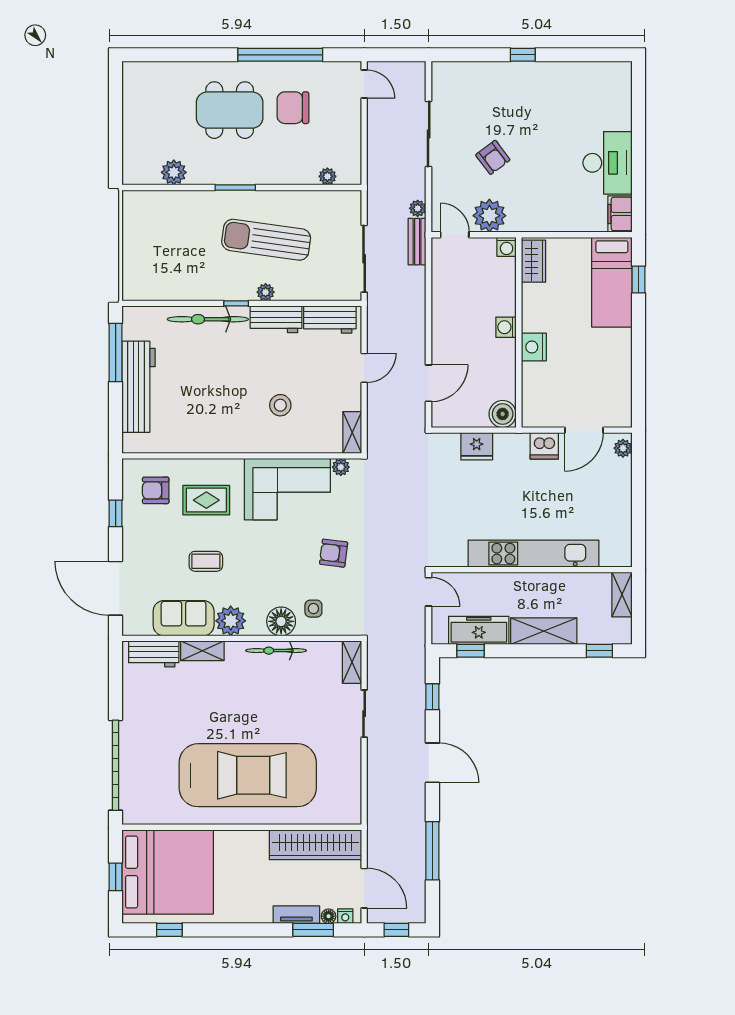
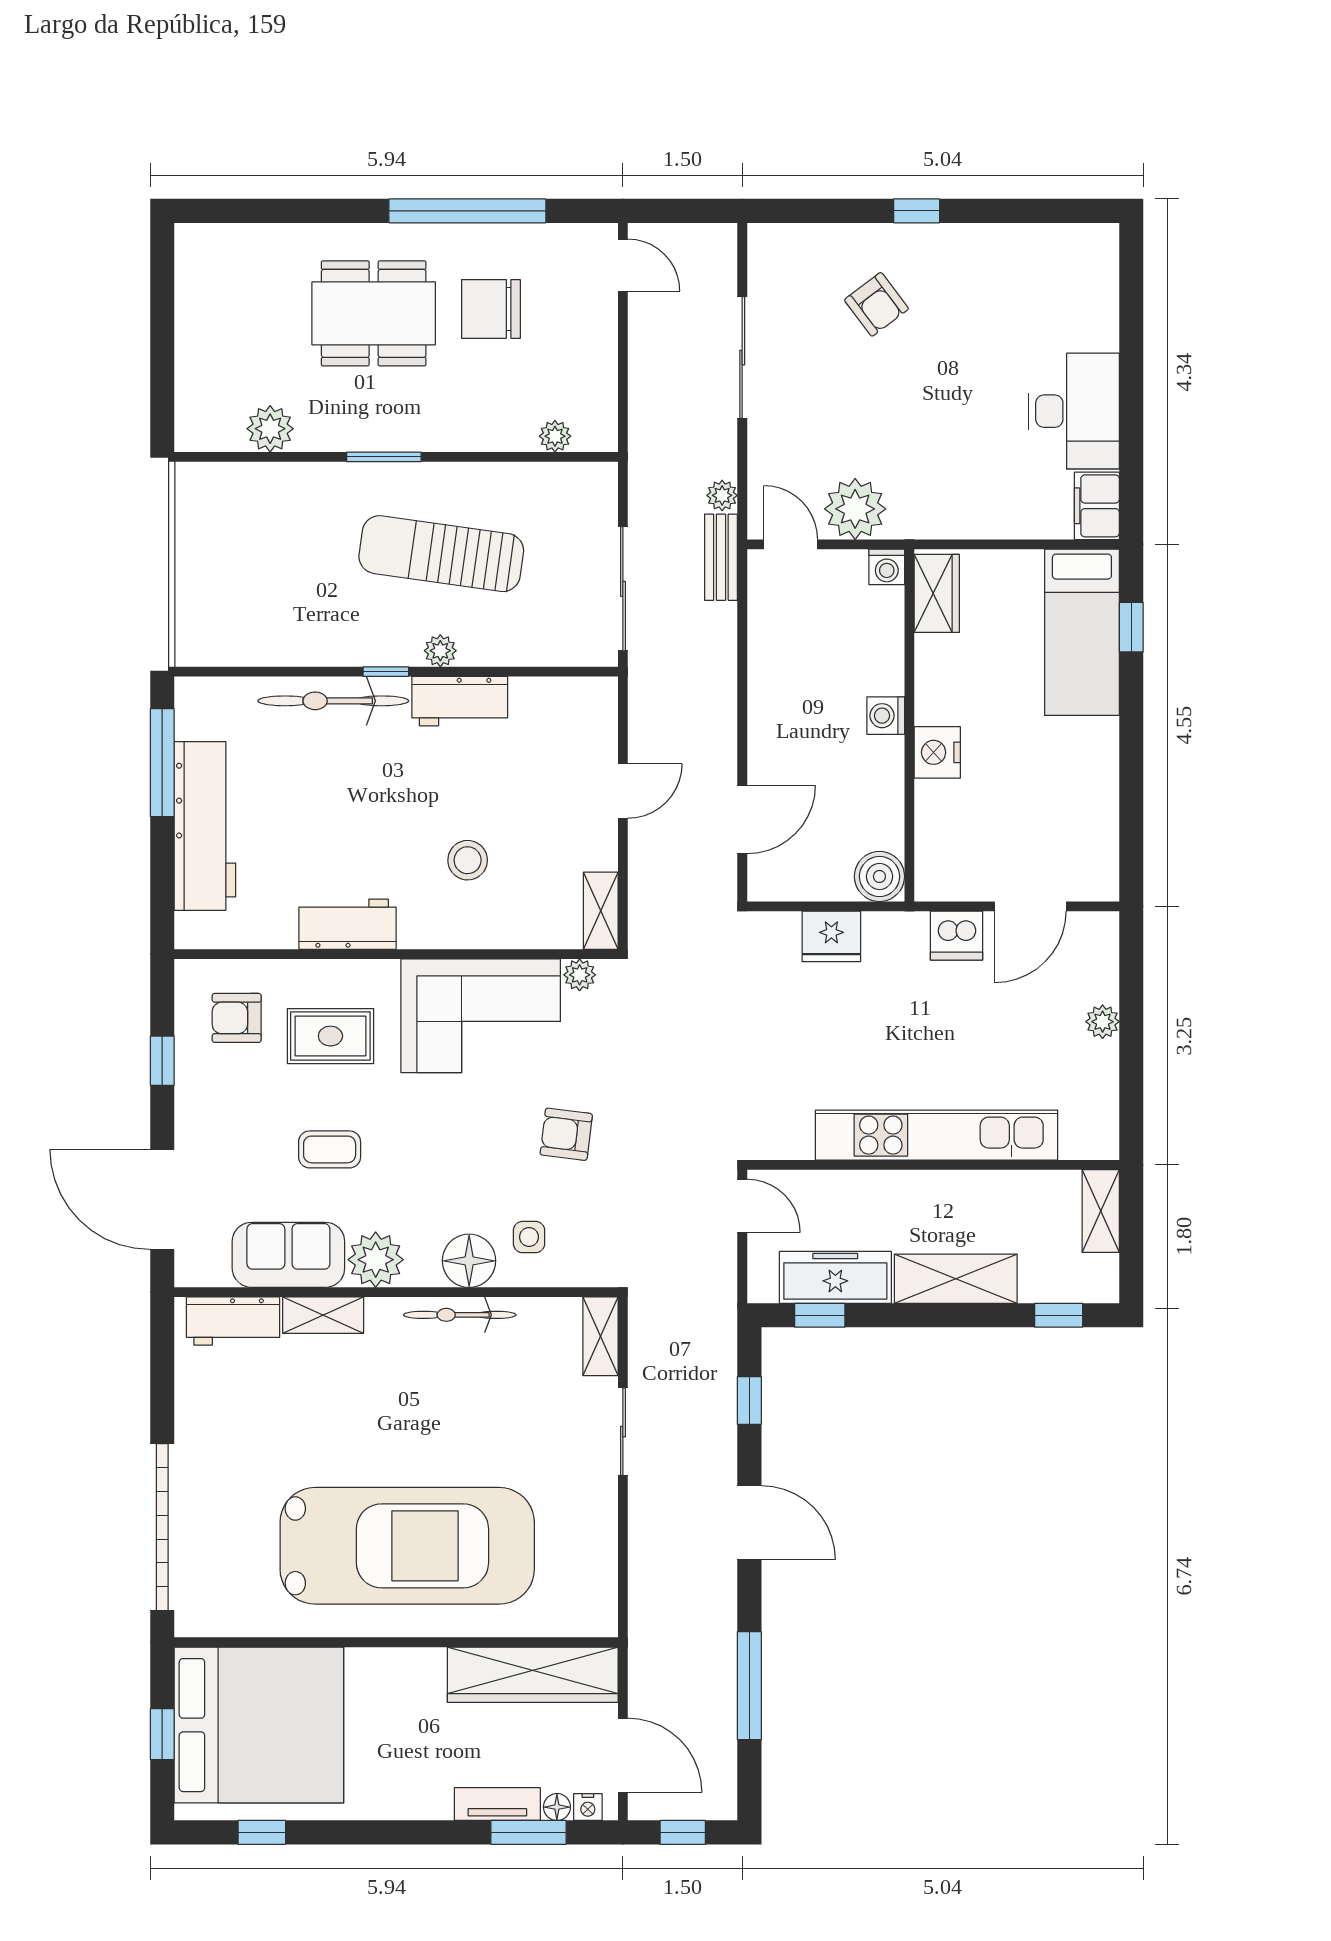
armchair: (493, 157) -> (876, 304), moved
workbench: (330, 320) -> (348, 924), moved, turned 180
plant: (623, 448) -> (1103, 1022), moved

